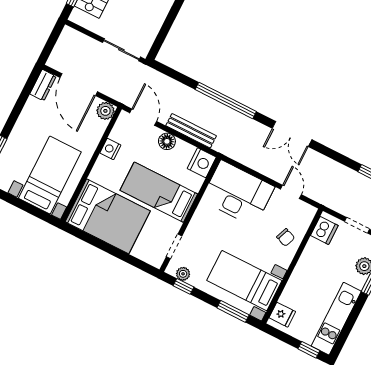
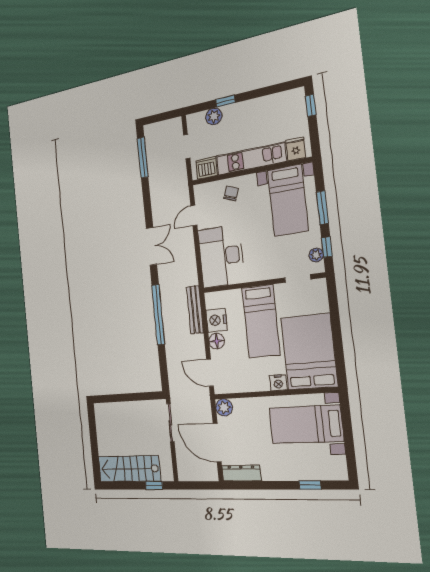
dresser: (43, 85) -> (241, 473), width x1.44
door: (79, 85) -> (217, 443), swing flipped
door: (143, 117) -> (210, 373), hinge flipped
bench: (191, 131) -> (195, 310), moved
nightstand: (110, 149) -> (278, 383), moved
nightstand: (202, 163) -> (216, 320), moved, turned -90
window: (233, 311) -> (322, 208), moved
kitchen unit: (336, 319) -> (251, 159), moved, turned 180

